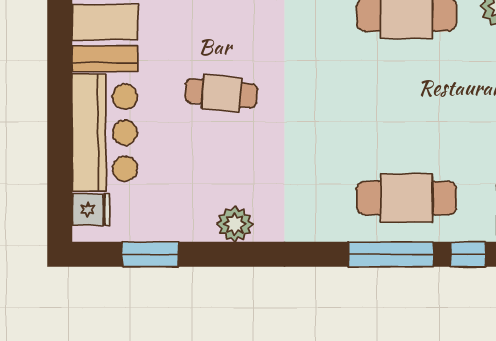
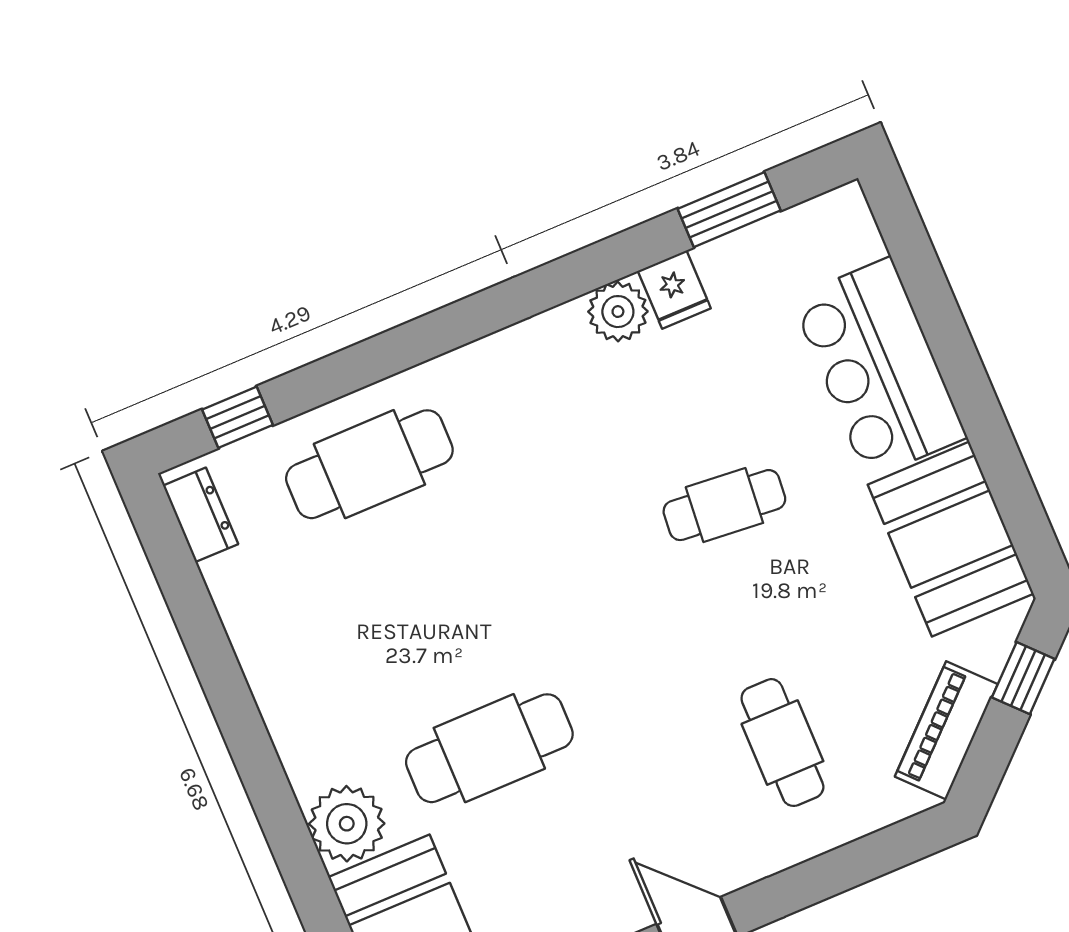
fridge: (91, 210) -> (674, 290), moved, turned -90
window: (391, 254) -> (357, 367), removed

